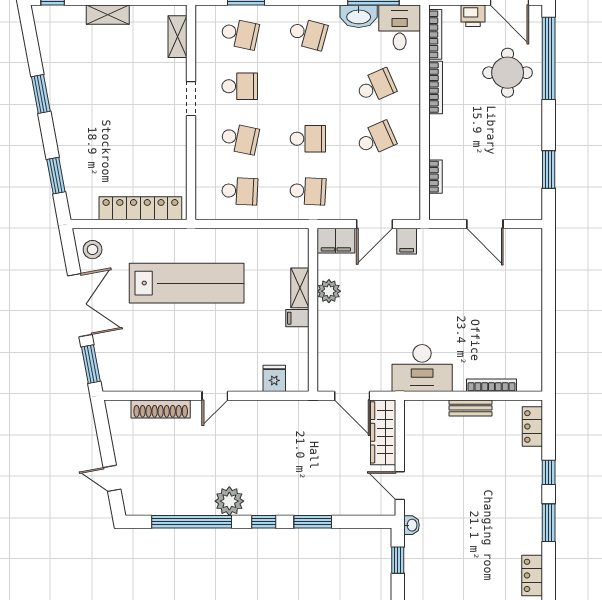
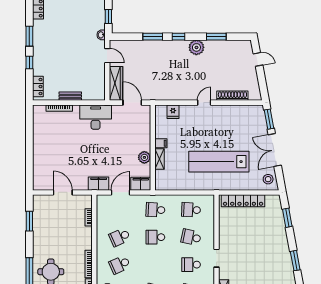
filing cabinet: (407, 241) -> (99, 184), width x2.00
window: (192, 522) -> (216, 37), width x0.47

